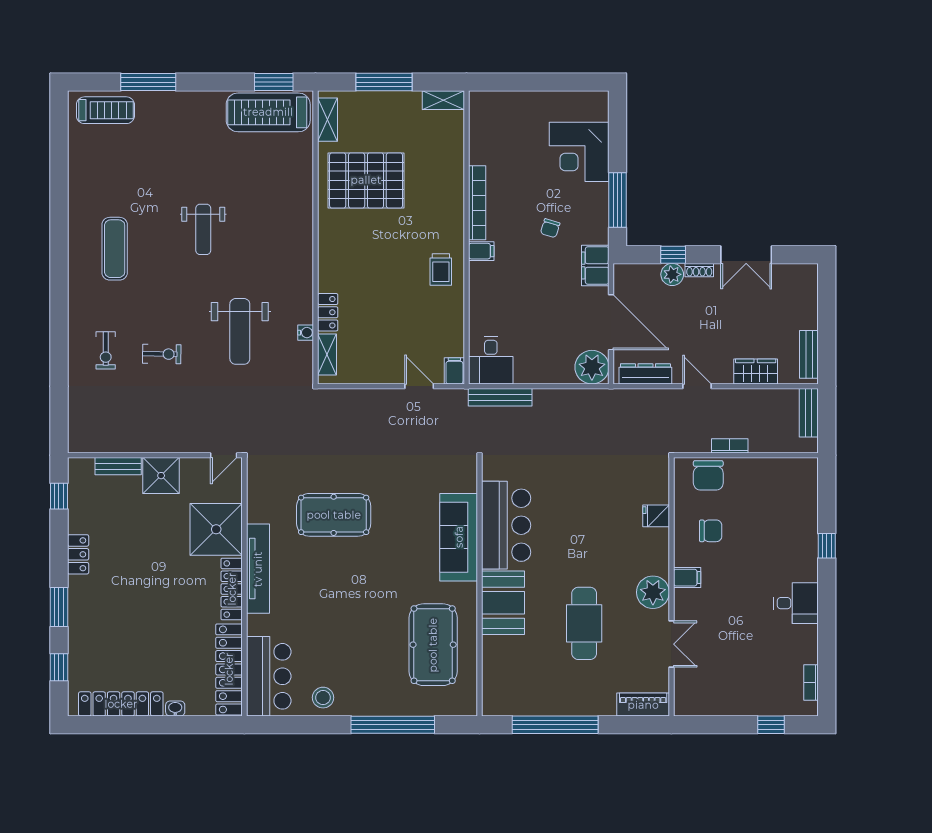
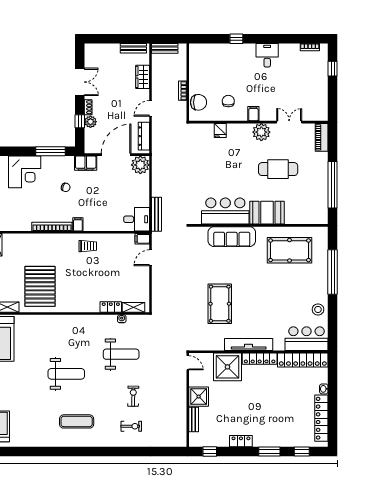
weight bench: (203, 229) -> (66, 374), width x1.36, depth x1.33

